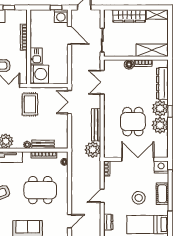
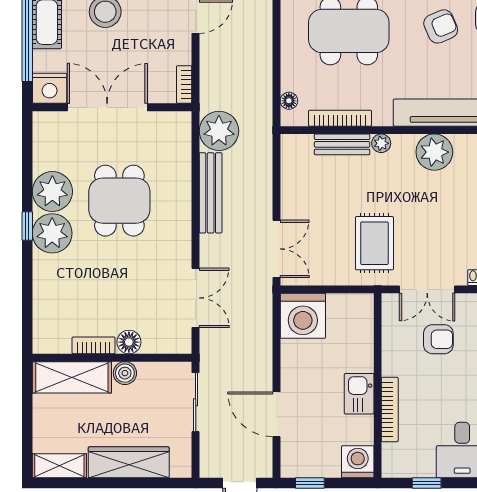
washing machine: (61, 16) -> (358, 462), moved
boiler: (131, 52) -> (125, 373), added
kitchen sink: (36, 56) -> (359, 394), moved
washing machine: (39, 74) -> (303, 316), moved, turned -90
dresser: (162, 84) -> (47, 295), removed
double door: (138, 159) -> (107, 107), swing flipped

